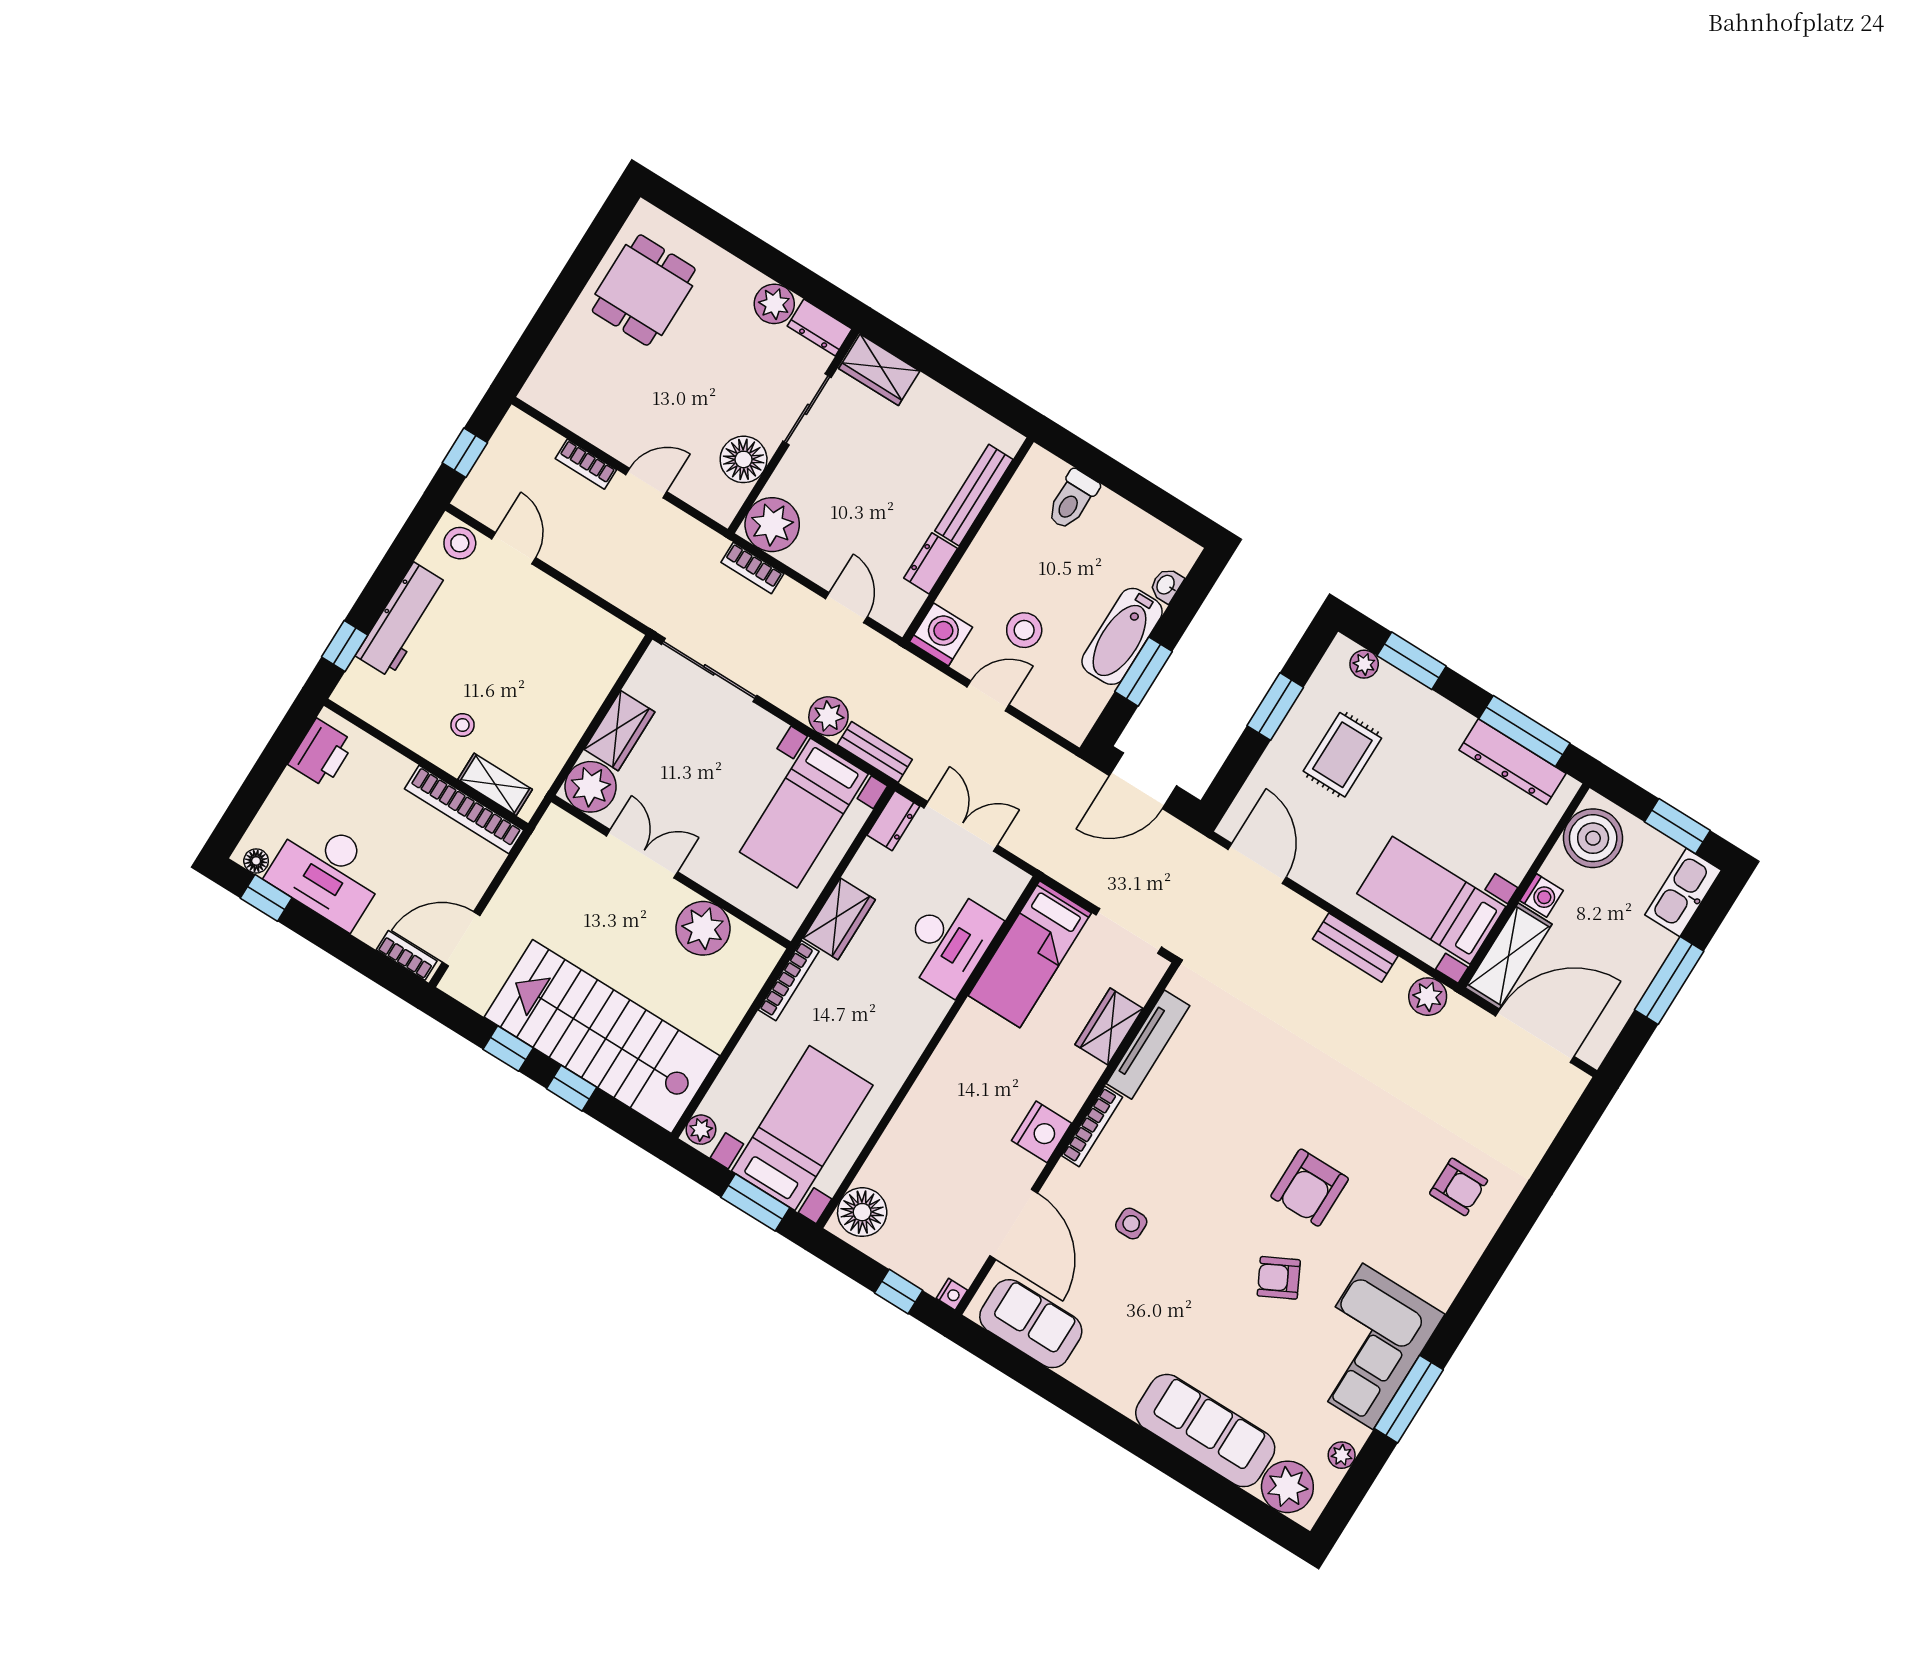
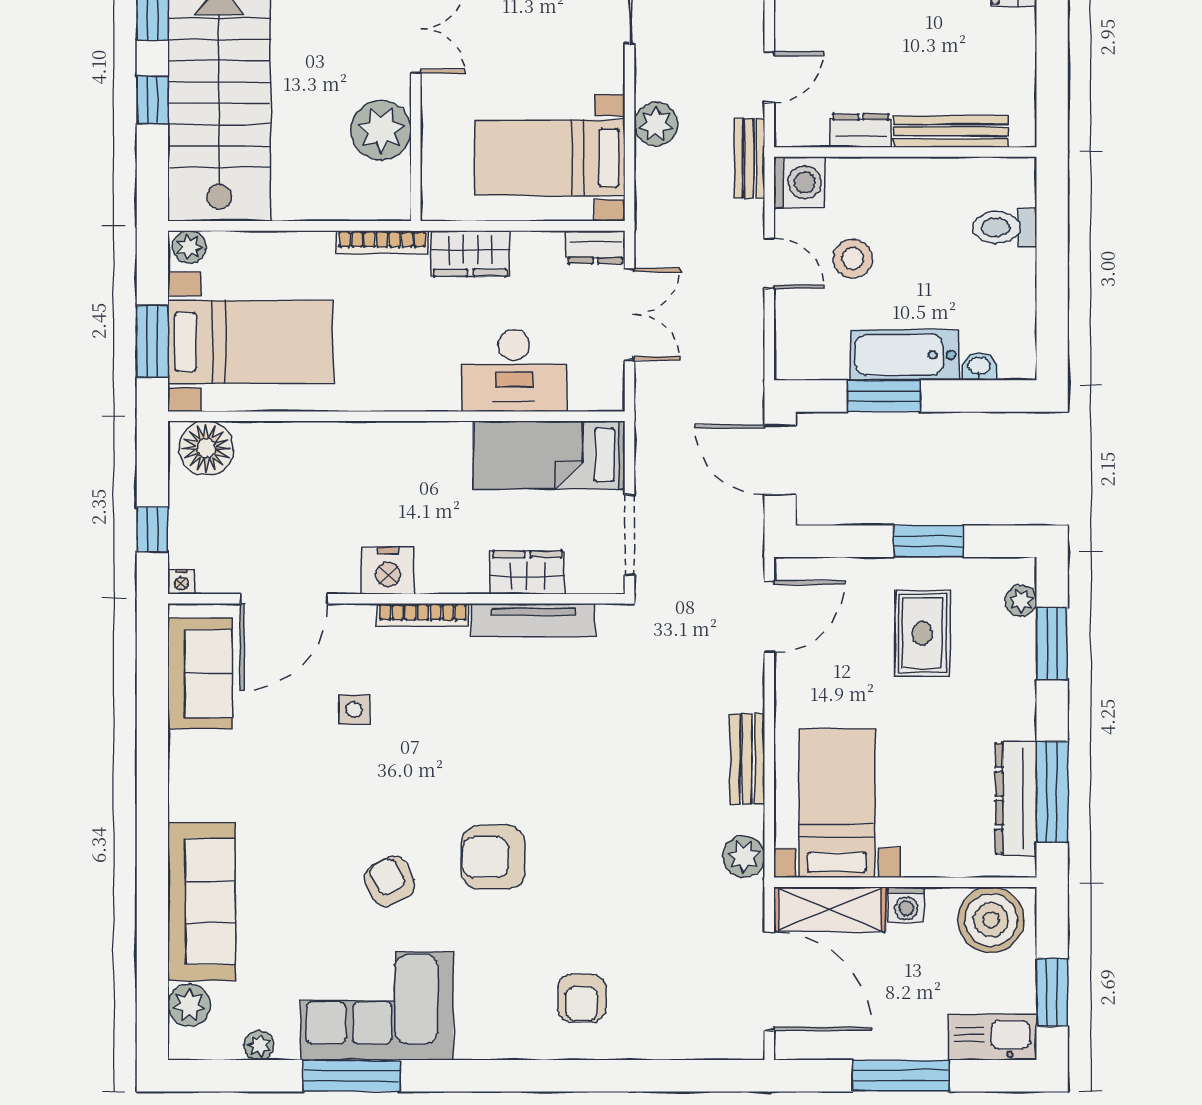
bench: (875, 752) -> (749, 158), moved
rug: (1342, 755) -> (922, 633), turned 90
plant: (1287, 1487) -> (189, 1005), width x0.73, depth x0.73

